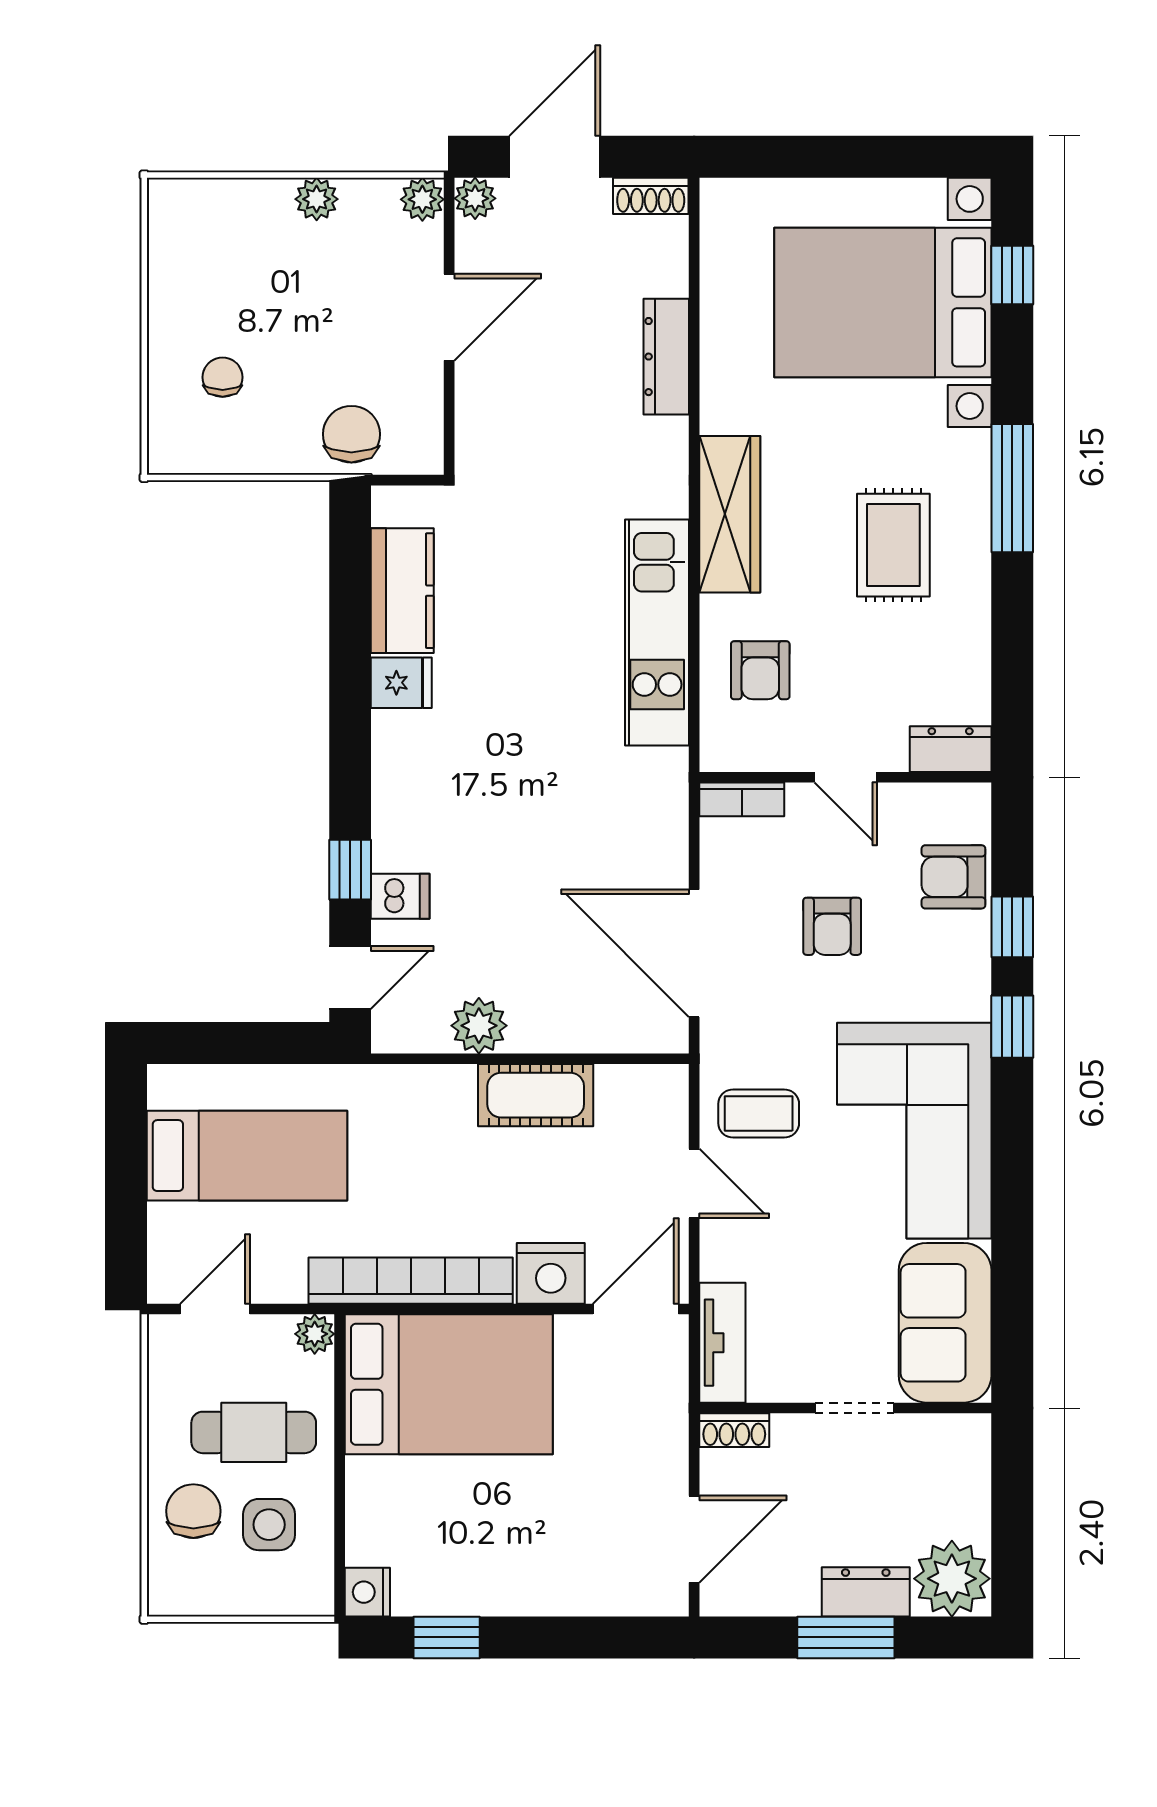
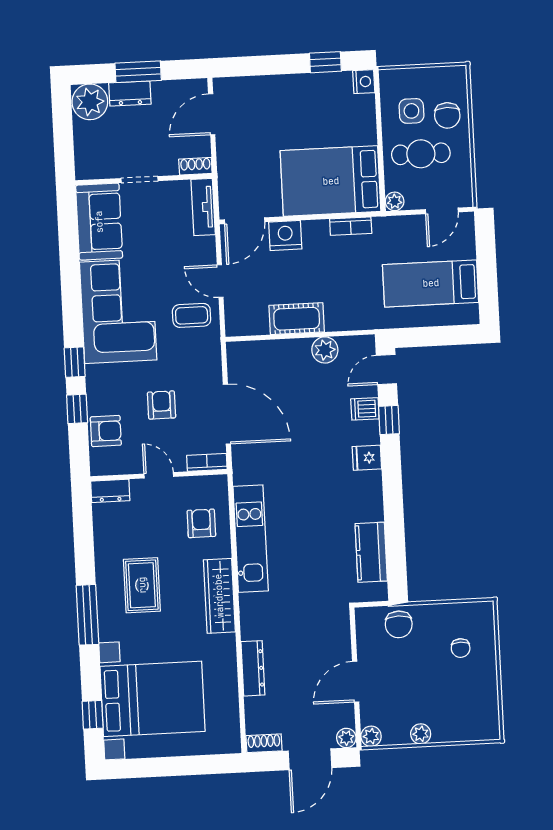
fridge: (401, 683) -> (367, 458), moved
door: (694, 953) -> (227, 414), moved
bookcase: (411, 1281) -> (351, 226), width x0.43, depth x0.76

